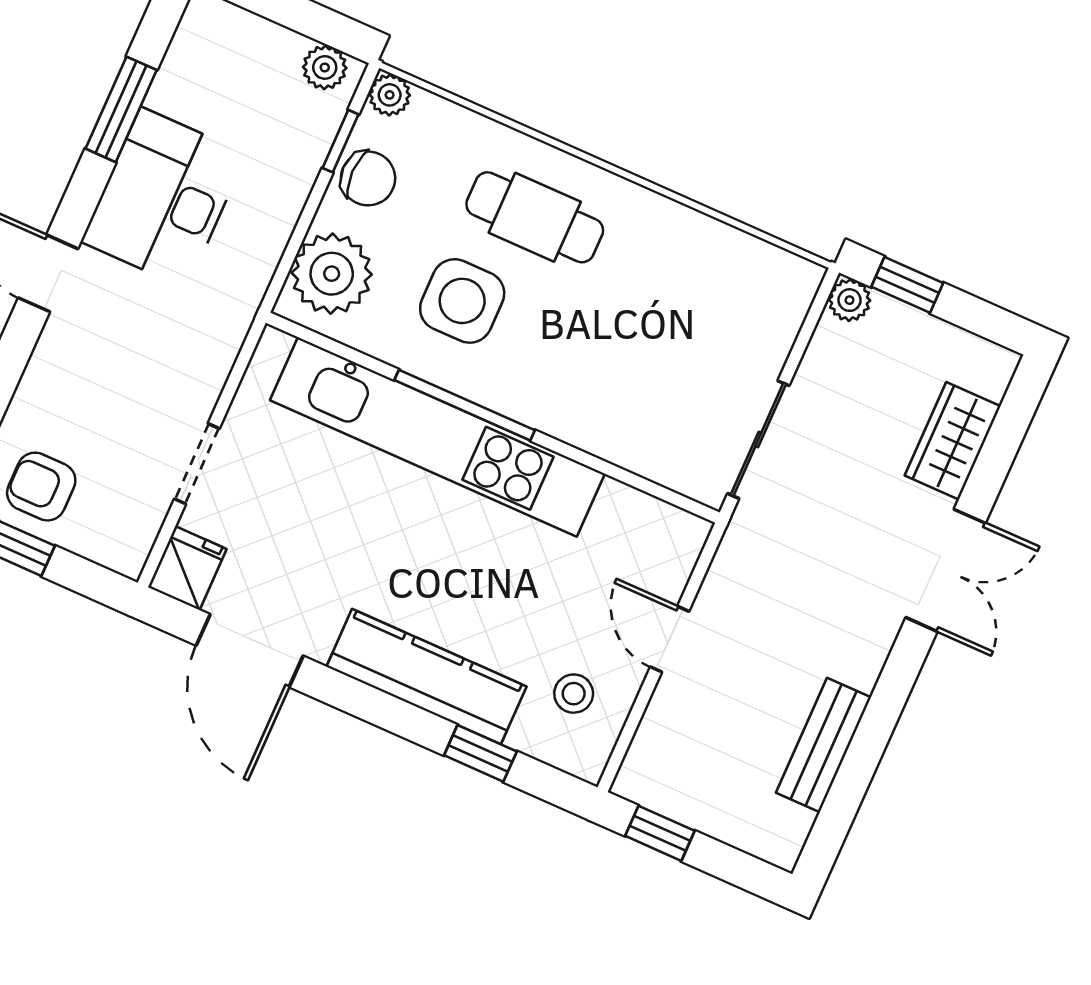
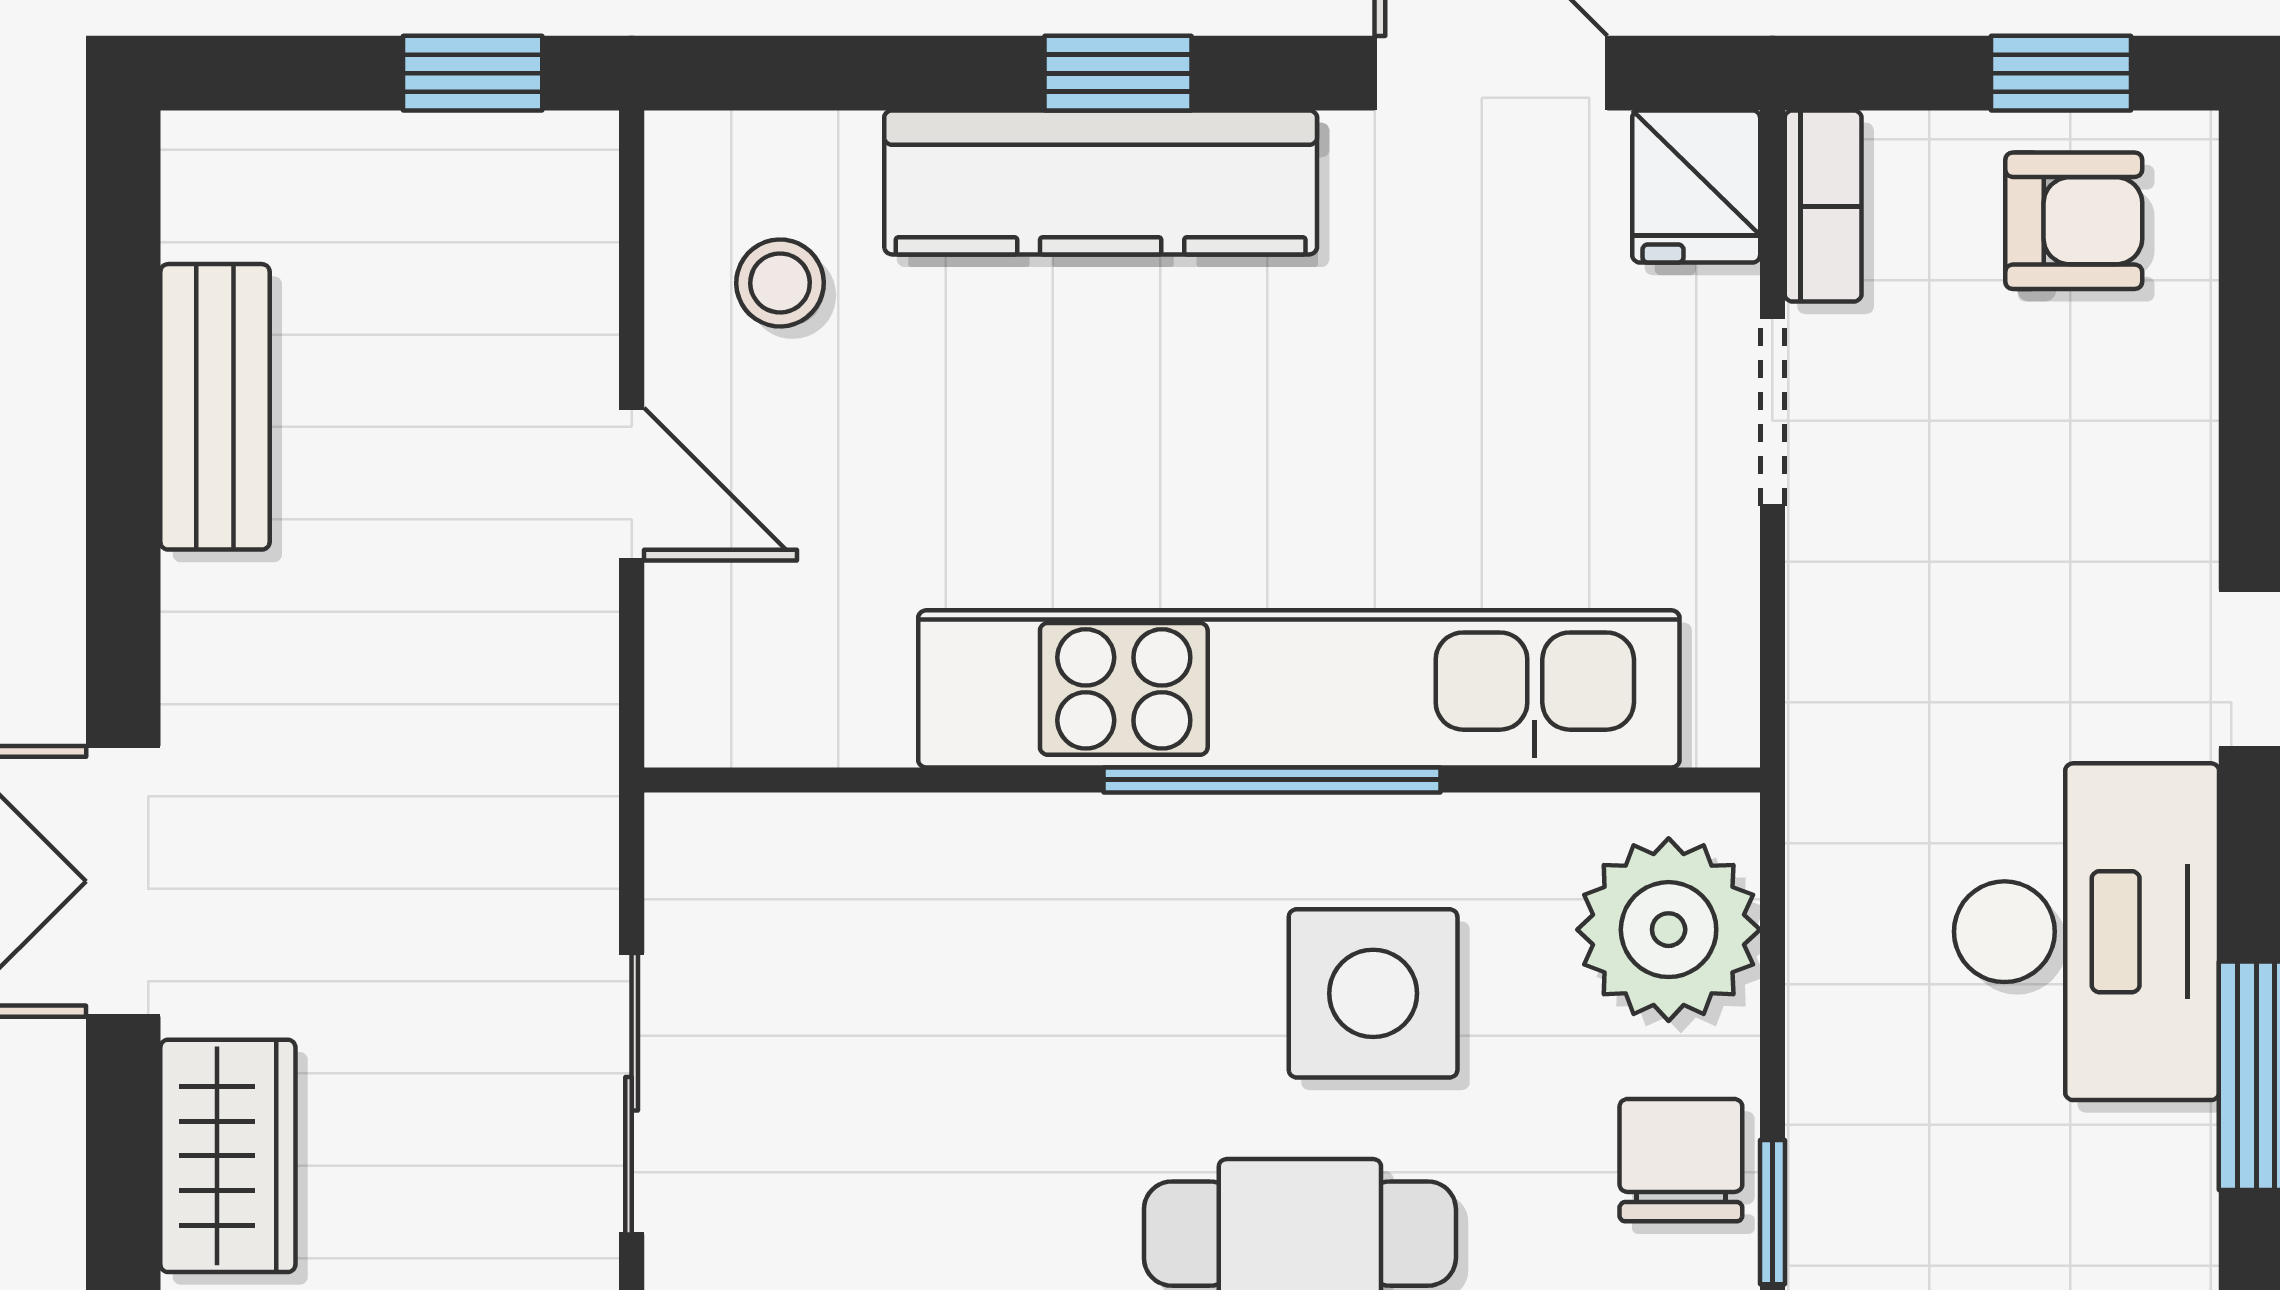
chair: (368, 178) -> (1681, 1160), turned 90
sliding door: (758, 440) -> (632, 1094), moved
bookcase: (140, 537) -> (1823, 206), added
window: (480, 753) -> (1118, 73), moved

